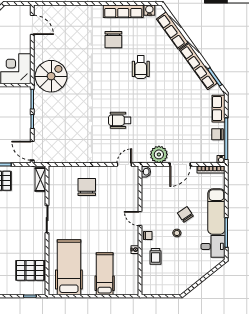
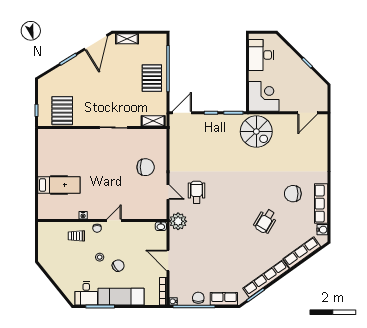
wheelchair: (141, 67) -> (265, 221), turned -59
wheelchair: (120, 120) -> (197, 192), moved
plant: (159, 154) -> (178, 221), moved
door: (124, 165) -> (168, 192), moved
hospital bed: (69, 267) -> (66, 149), removed

